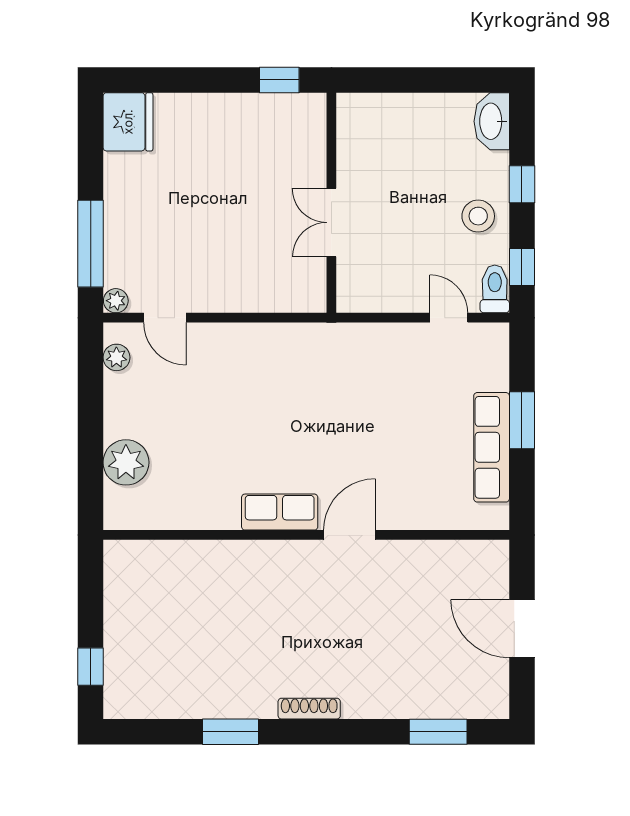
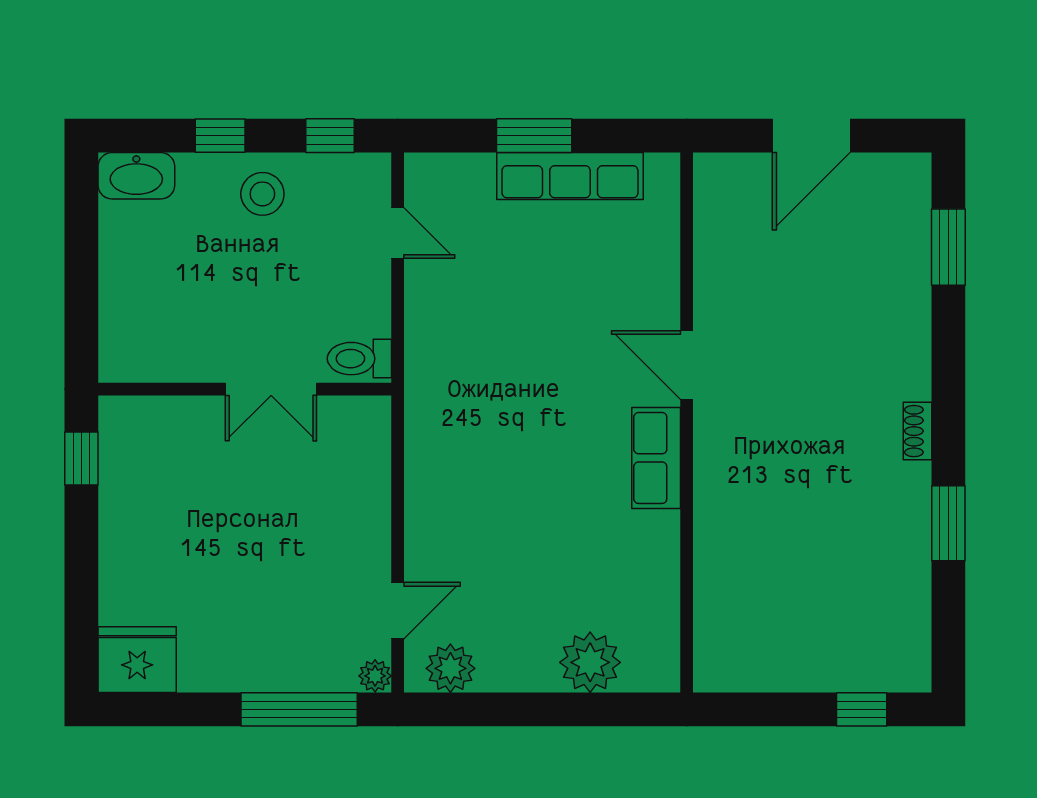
toilet: (495, 289) -> (359, 359), moved
door: (449, 318) -> (398, 233), swing flipped
plant: (116, 357) -> (450, 668), width x1.38, depth x1.38
shoe rack: (309, 709) -> (918, 431), width x0.70

